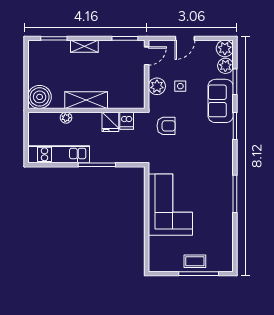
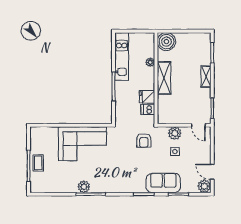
door: (185, 38) -> (212, 172), moved
plant: (225, 66) -> (84, 187), moved

